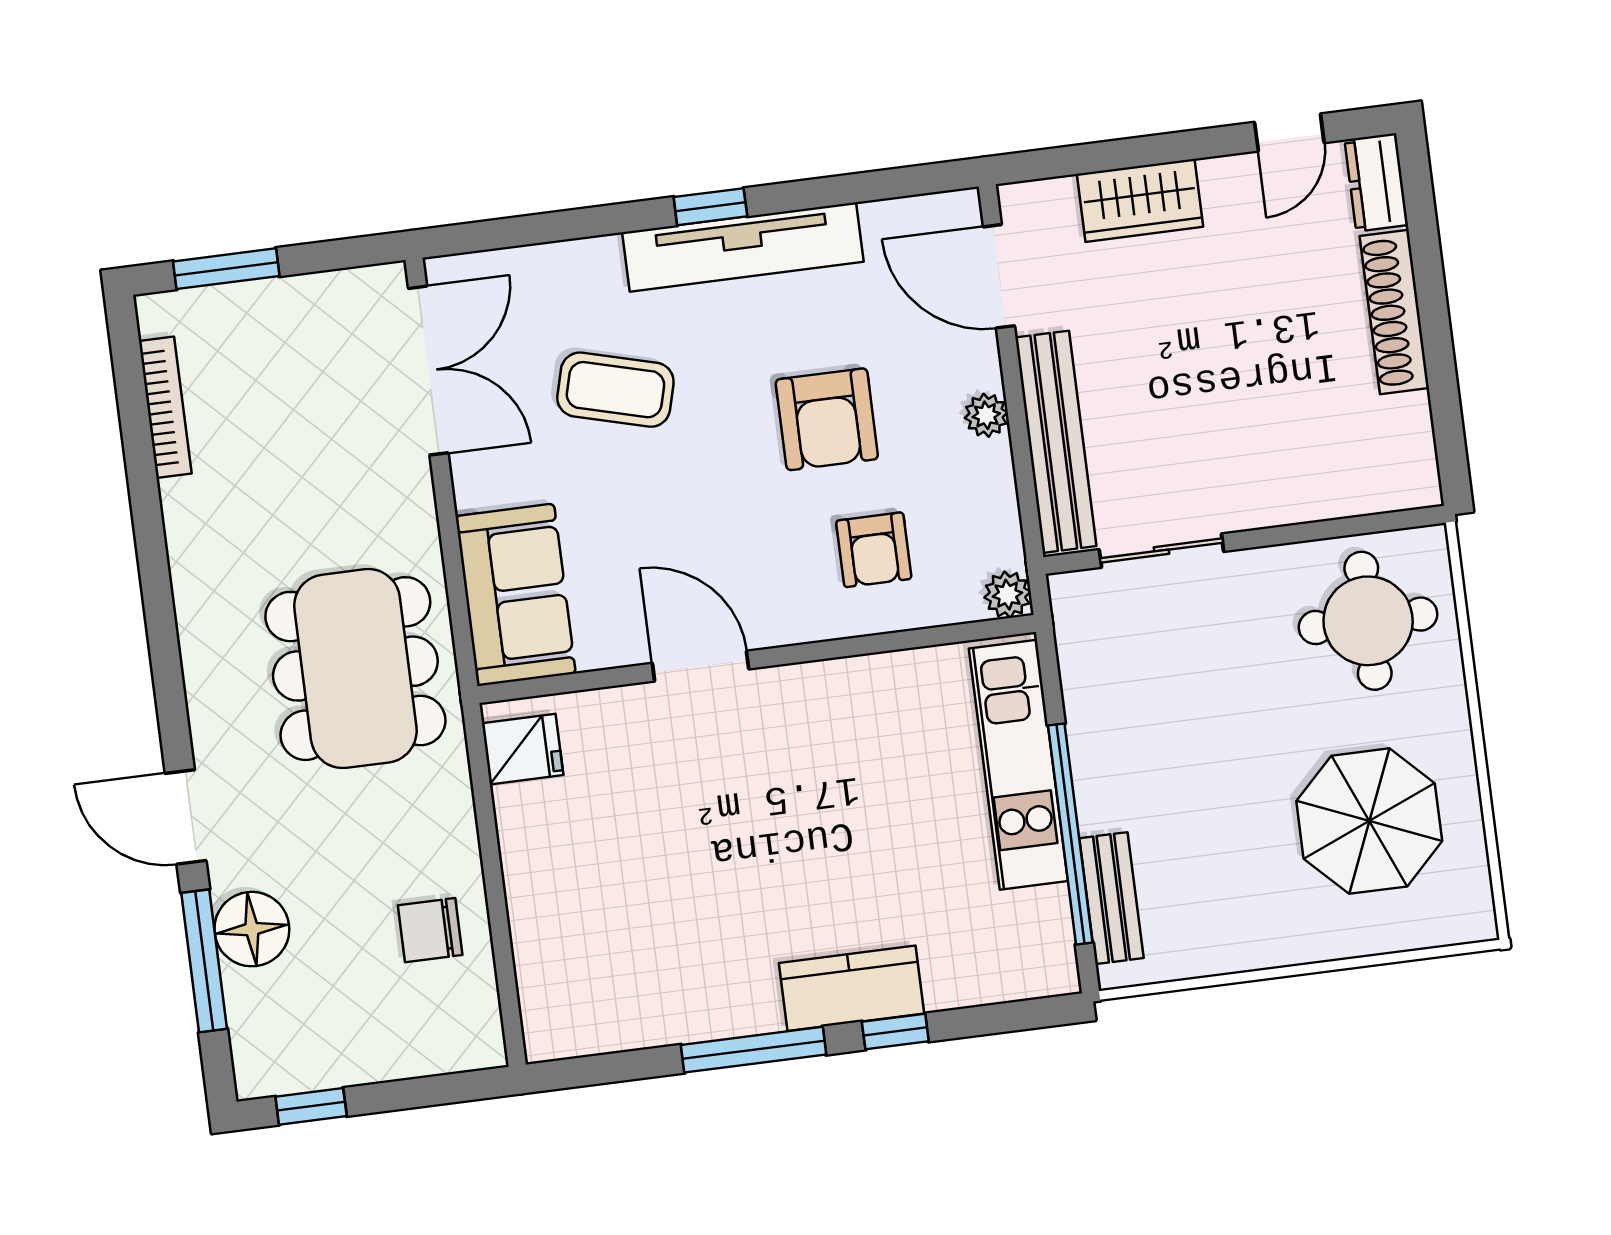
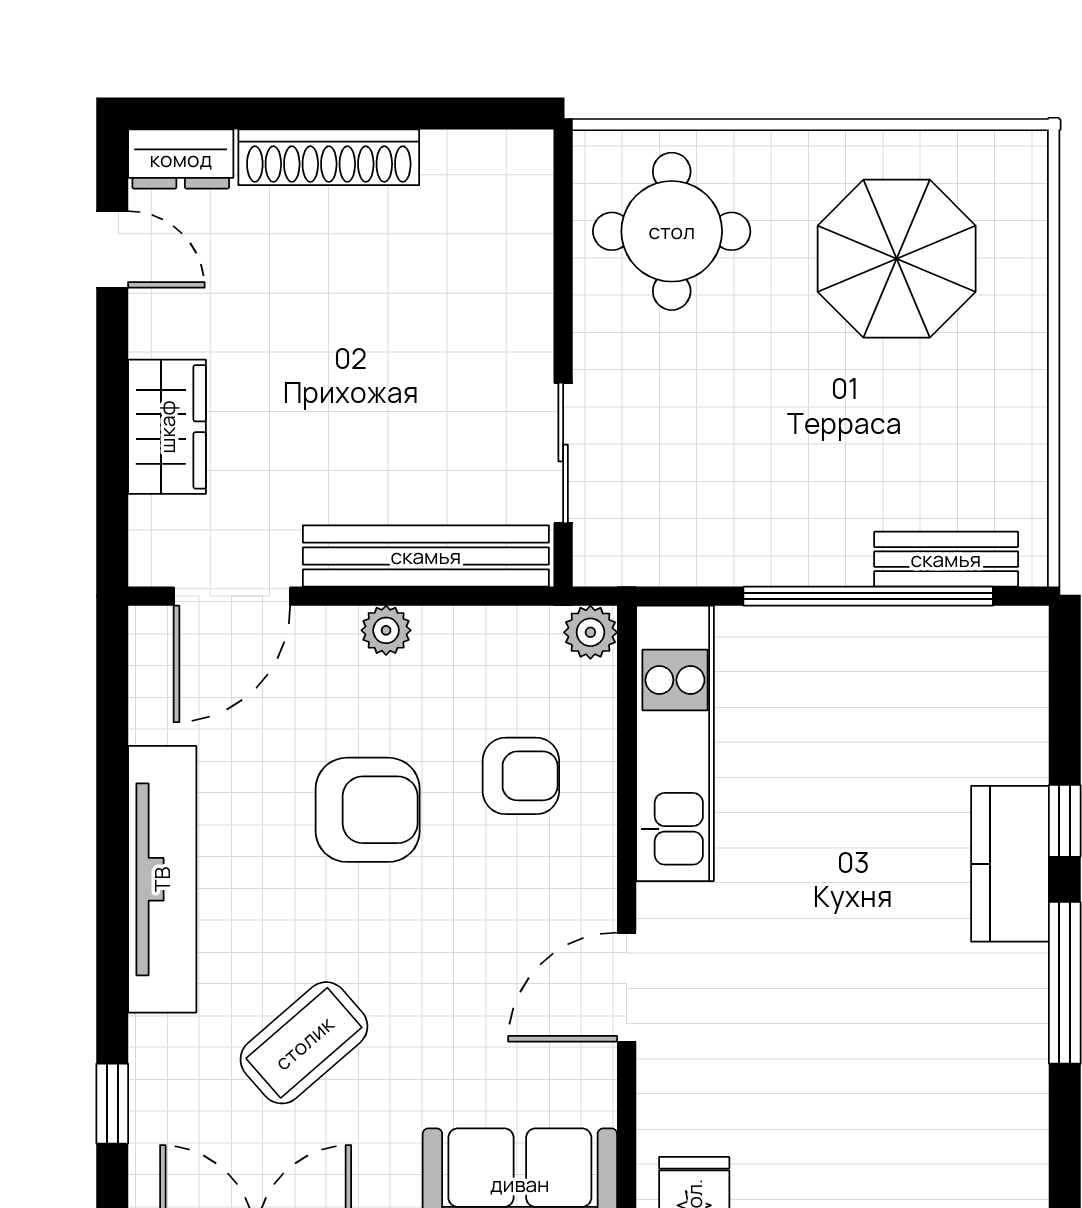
window: (710, 207) -> (112, 1104), moved
coffee table: (615, 390) -> (304, 1043), turned 34
kitchen unit: (1018, 765) -> (675, 743), moved, turned -90

